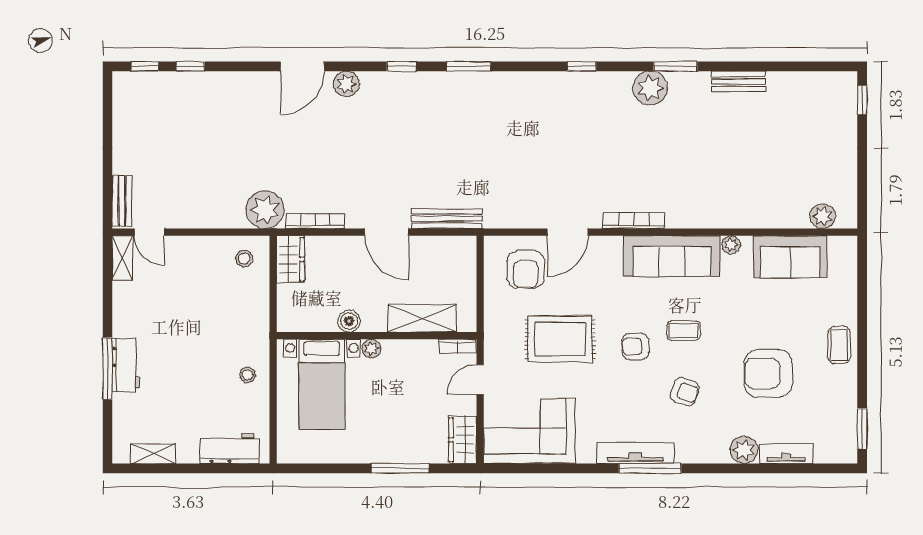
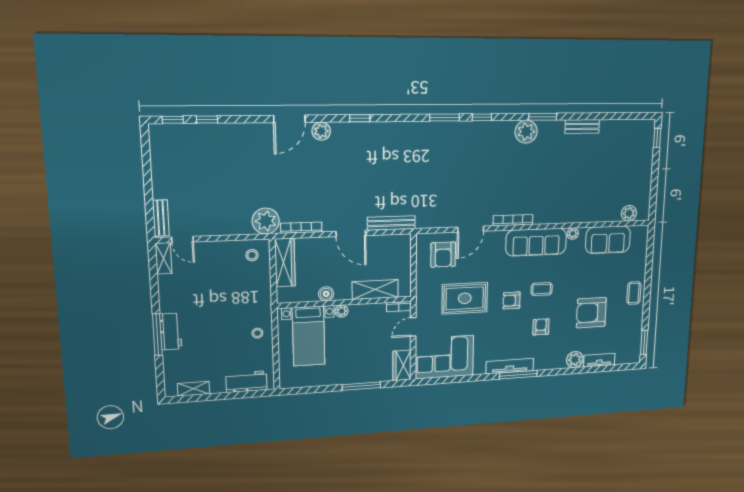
window: (469, 66) -> (445, 118), moved
wardrobe: (291, 259) -> (285, 262), width x1.50
armchair: (685, 392) -> (541, 327), turned -110

